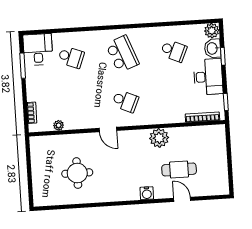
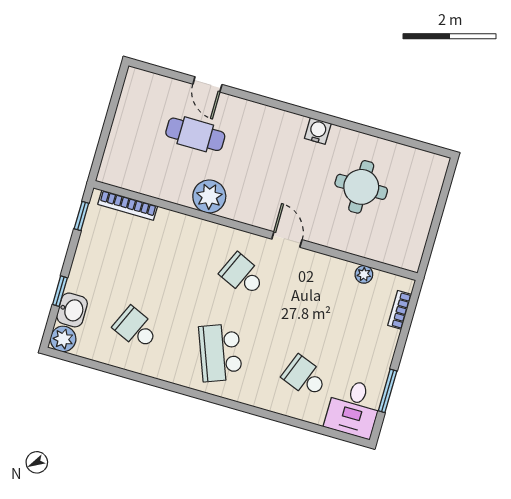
desk: (208, 77) -> (95, 267), removed
water cooler: (147, 193) -> (318, 131), moved

